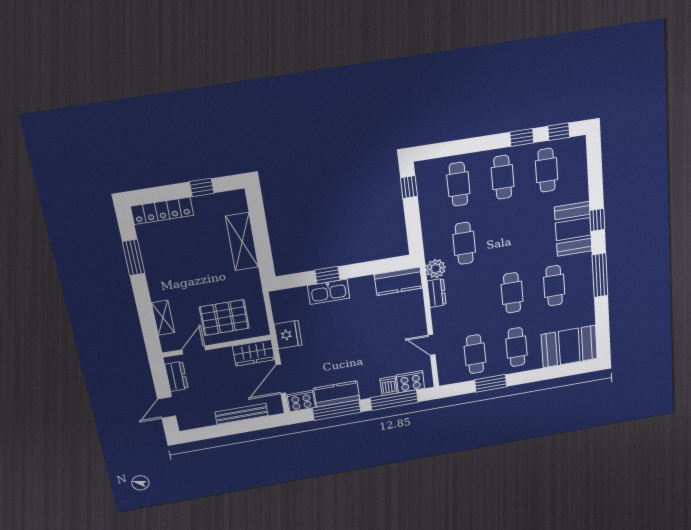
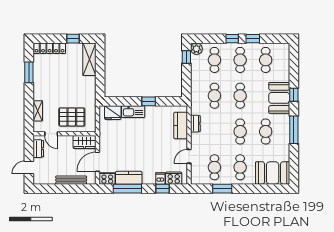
window: (559, 132) -> (232, 39), moved
cafe table: (507, 236) -> (240, 96), added
shelving: (242, 242) -> (89, 59), moved
plant: (436, 269) -> (196, 49), moved
window: (327, 275) -> (149, 101), moved
kitchen counter: (398, 281) -> (181, 126), moved, turned 90
fridge: (288, 335) -> (113, 113), moved, turned 90
door: (432, 345) -> (189, 156), hinge flipped
door: (194, 350) -> (51, 134), swing flipped
window: (394, 400) -> (163, 189), width x0.46

